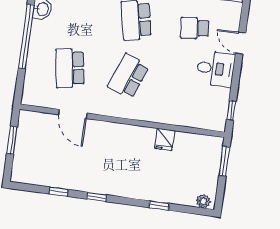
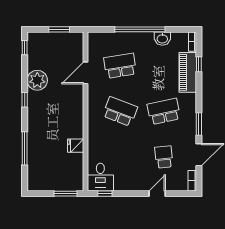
desk: (216, 69) -> (100, 177), moved
window: (59, 192) -> (25, 48), moved
plant: (203, 201) -> (37, 80), moved, width x1.88, depth x1.88
window: (159, 205) -> (25, 148), width x2.17

